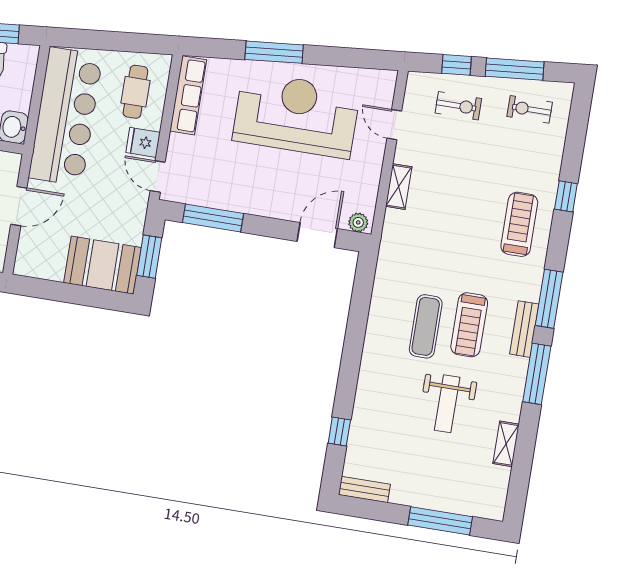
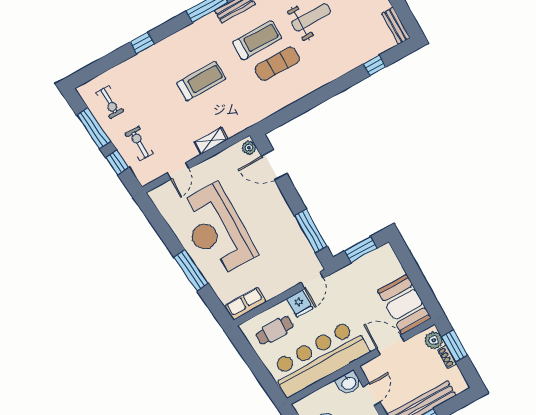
row of seats: (188, 95) -> (246, 304), width x0.68
treadmill: (519, 224) -> (201, 81), moved, turned 180
booth: (103, 265) -> (404, 304), moved

